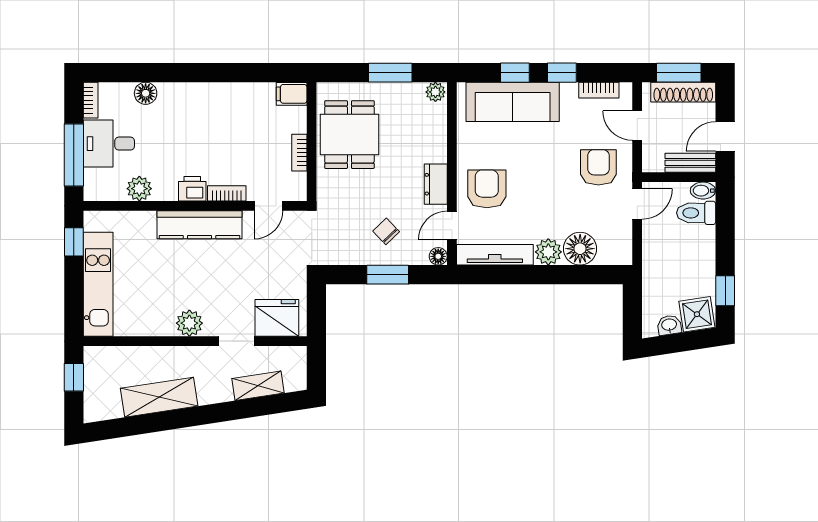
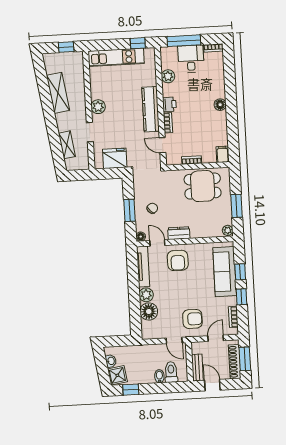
floor lamp: (146, 93) -> (220, 105), moved
armchair: (487, 189) -> (178, 260), turned 90
bidet: (703, 191) -> (159, 376), moved
fridge: (277, 318) -> (115, 158), moved, turned -90

